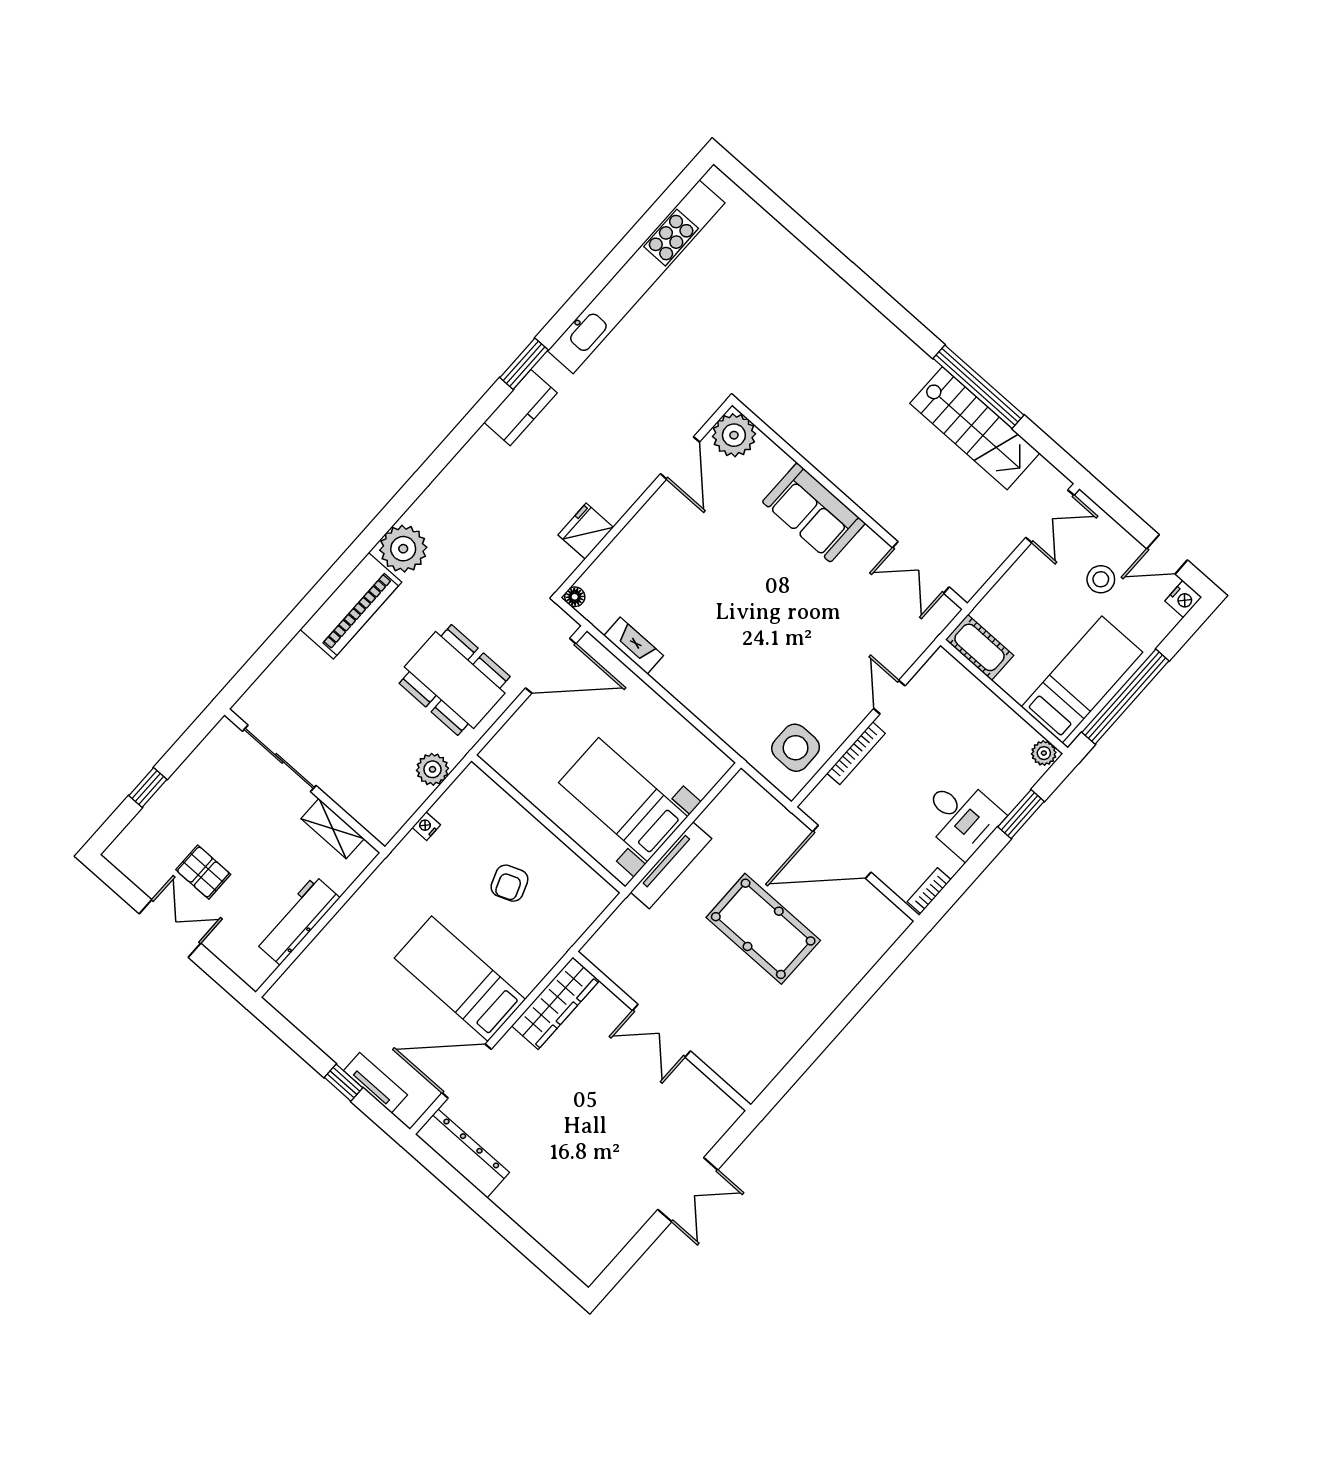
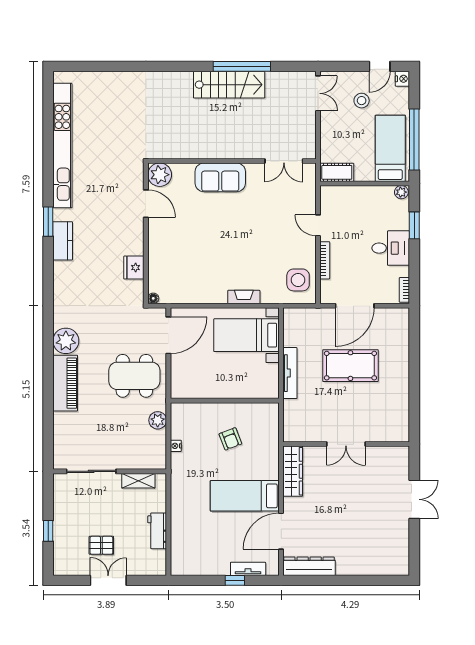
stairs: (975, 428) -> (229, 85), moved
fireplace: (634, 646) -> (244, 297), moved
bed with nightstands: (623, 800) -> (246, 335), moved
workbench: (297, 920) -> (157, 531), width x0.73

